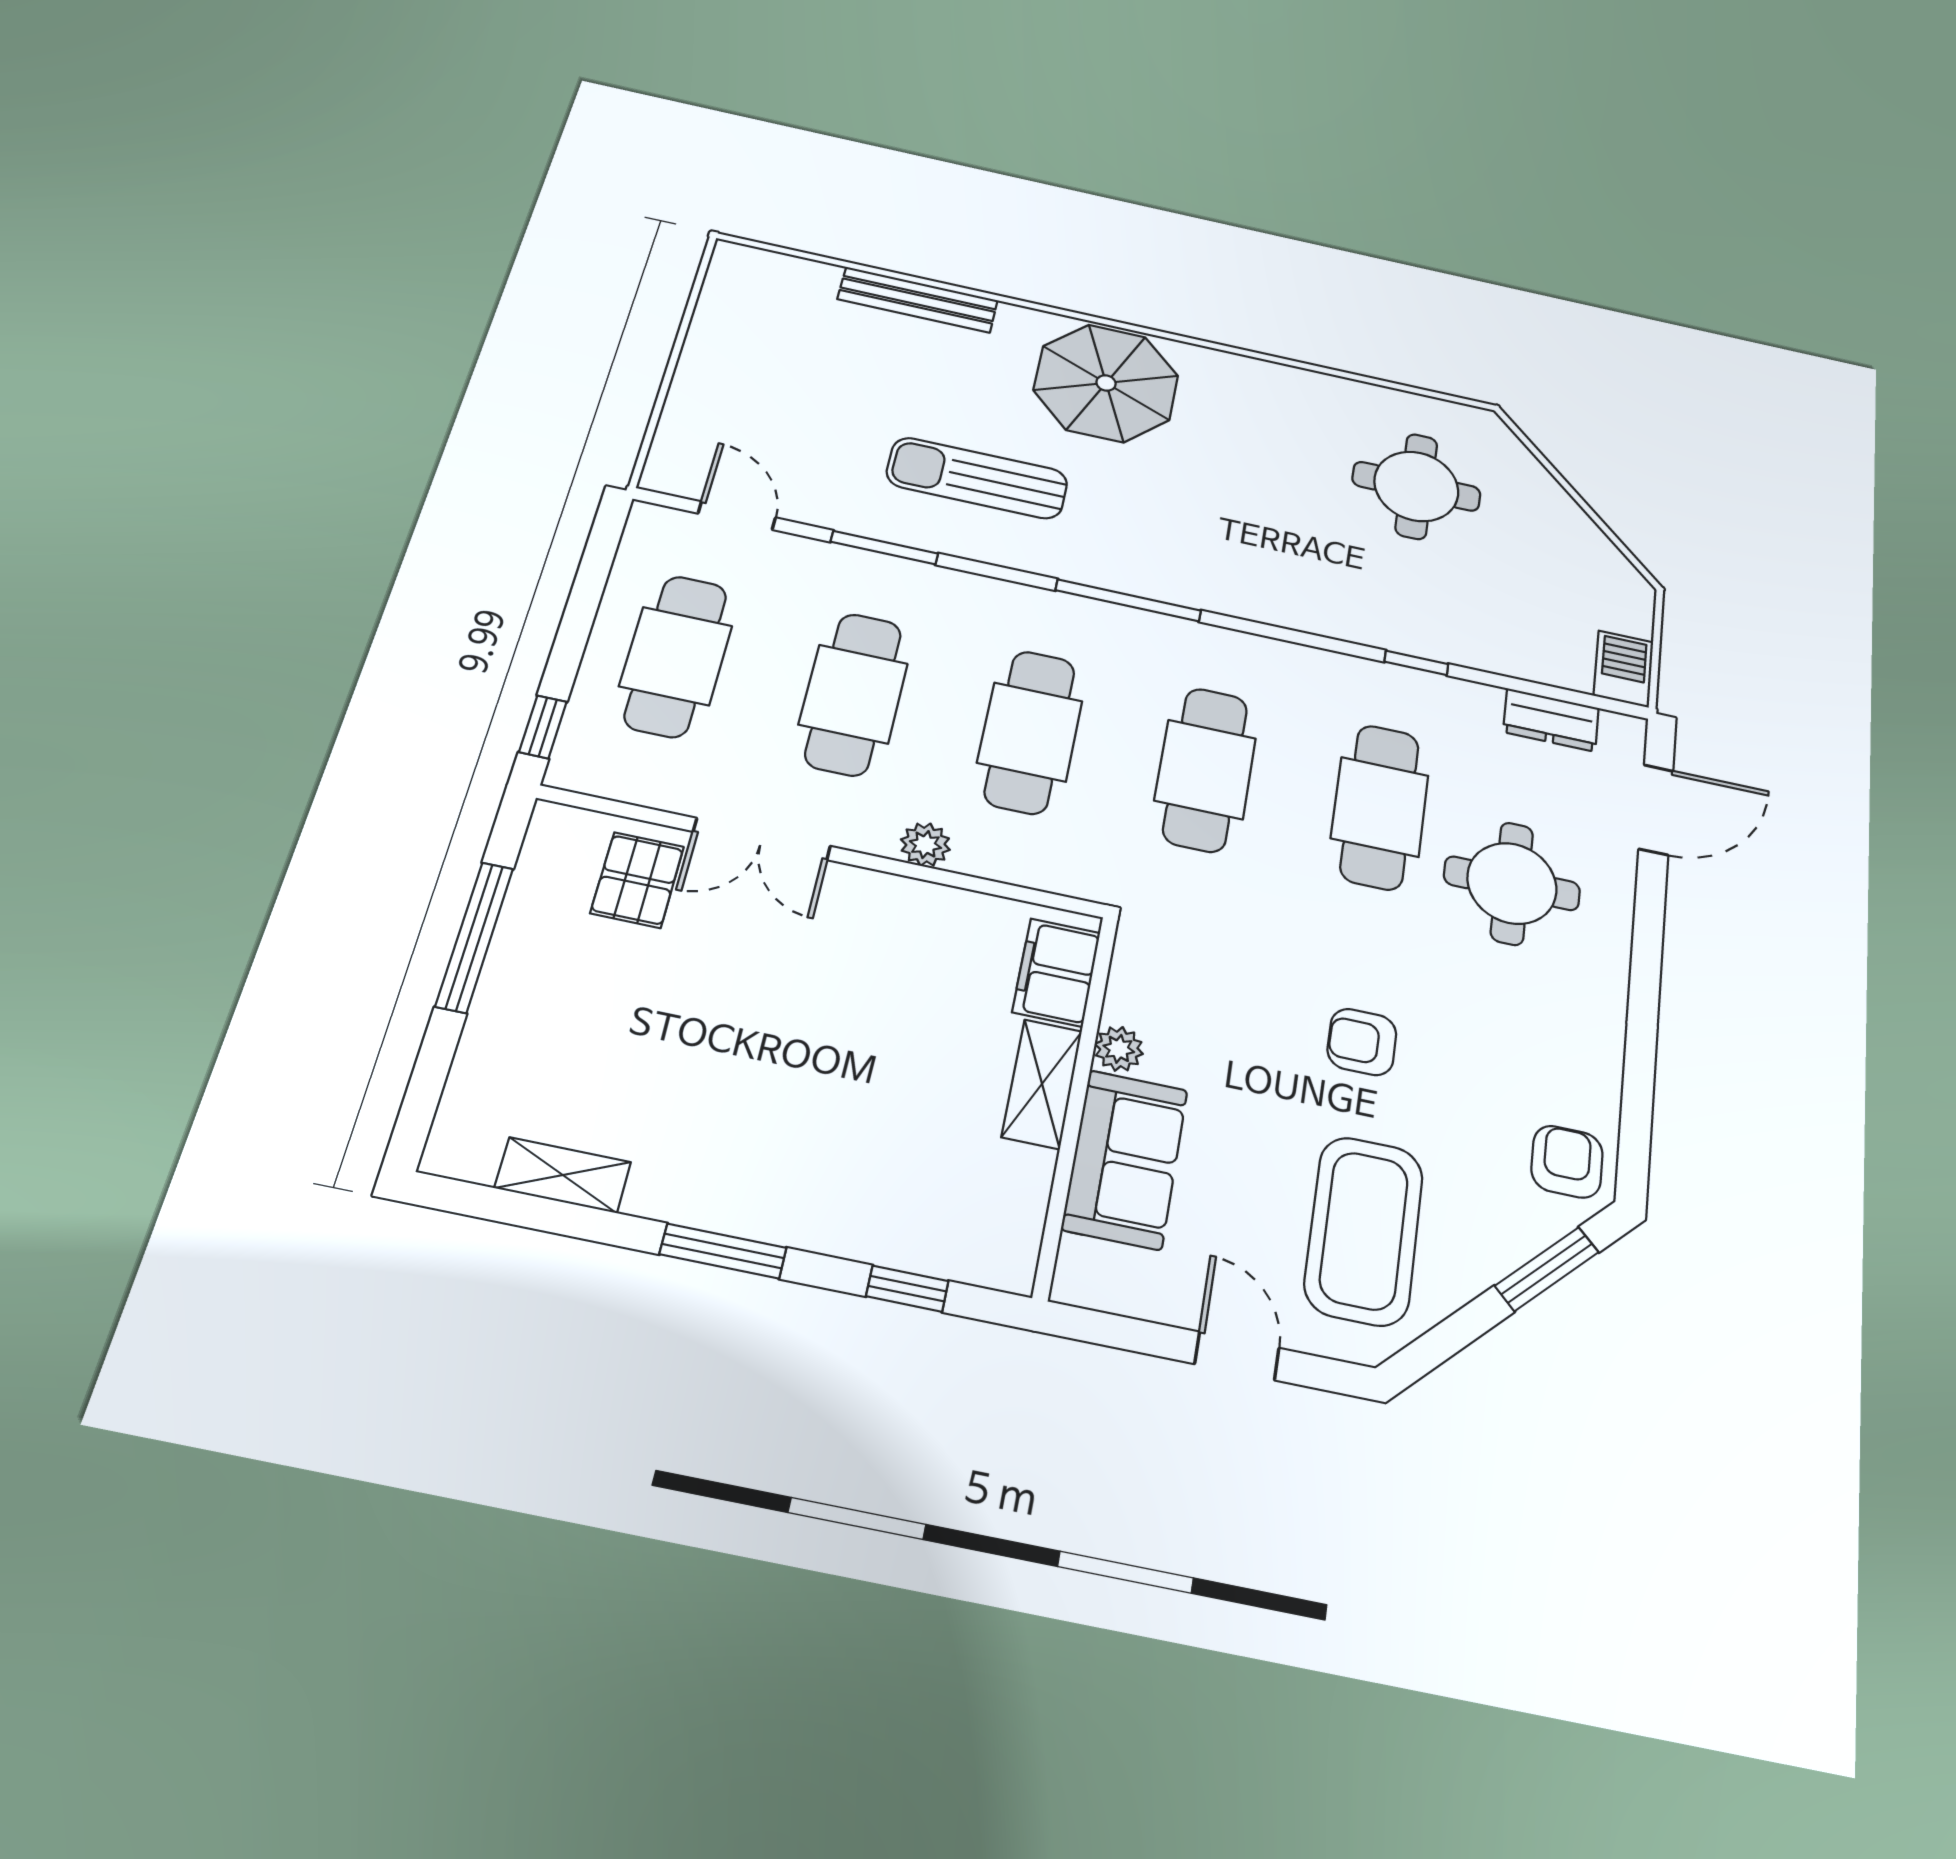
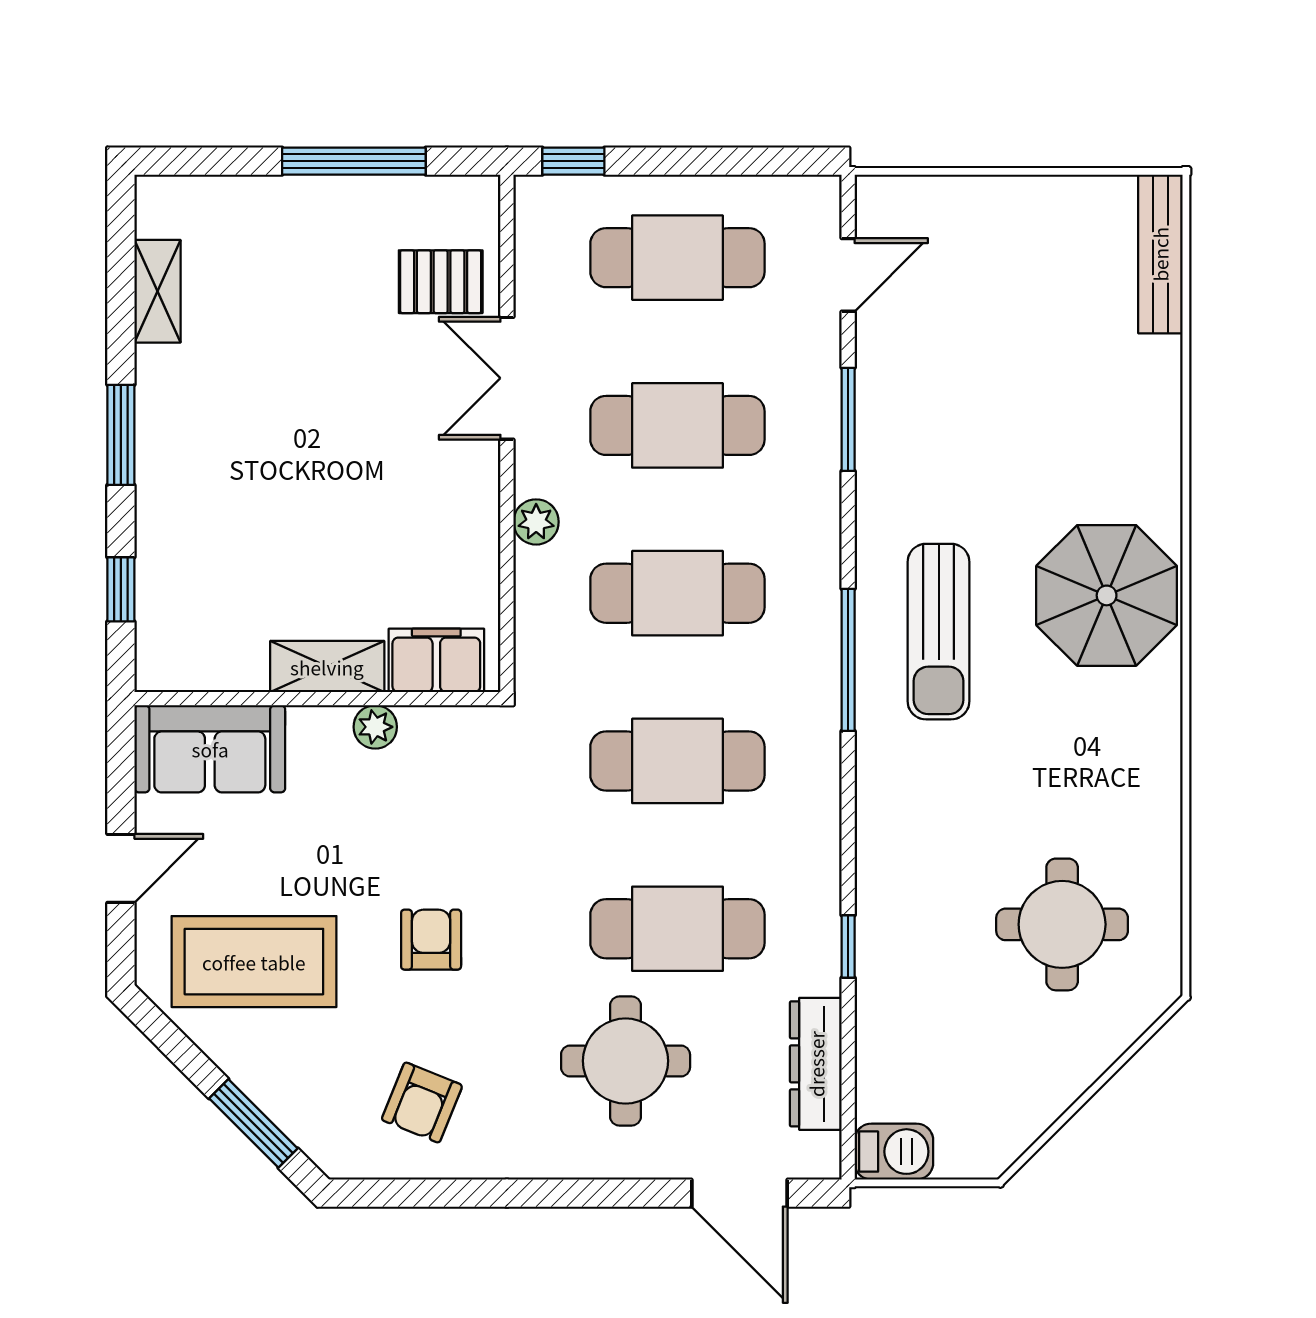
bench: (918, 300) -> (1160, 254), moved
sun lounger: (977, 478) -> (939, 632), moved, turned 180
dresser: (1551, 720) -> (816, 1064), width x1.44
sofa: (1125, 1159) -> (210, 749), moved
armchair: (1567, 1162) -> (422, 1103), moved, turned 112

